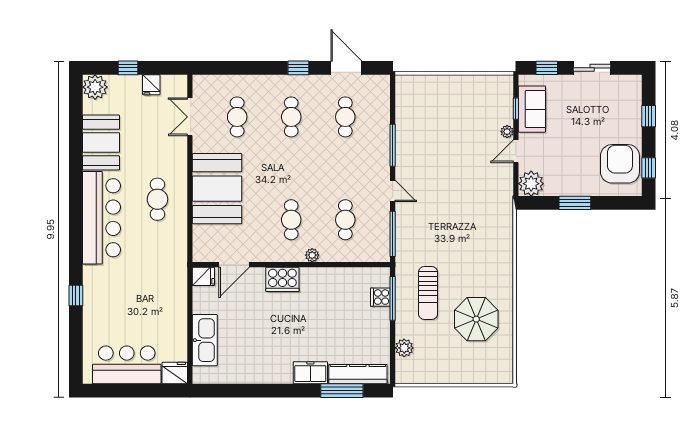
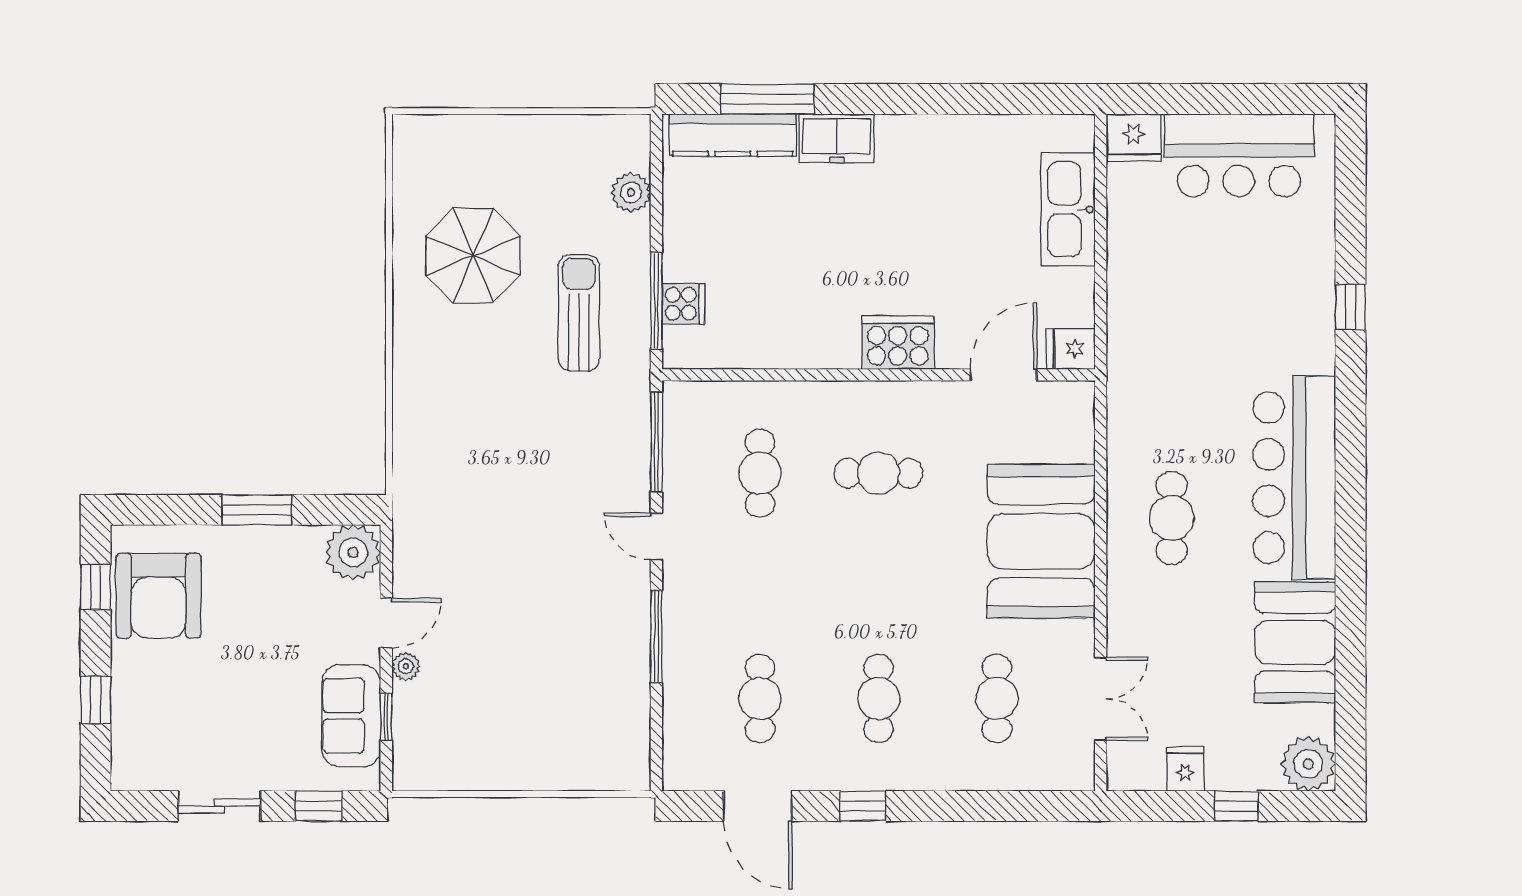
cafe table: (291, 220) -> (879, 473), turned 90
plant: (312, 255) -> (833, 395), removed

